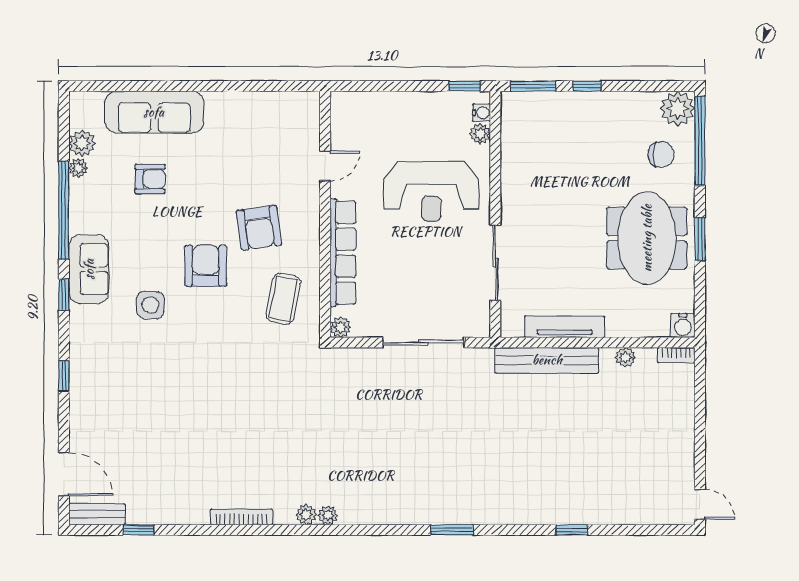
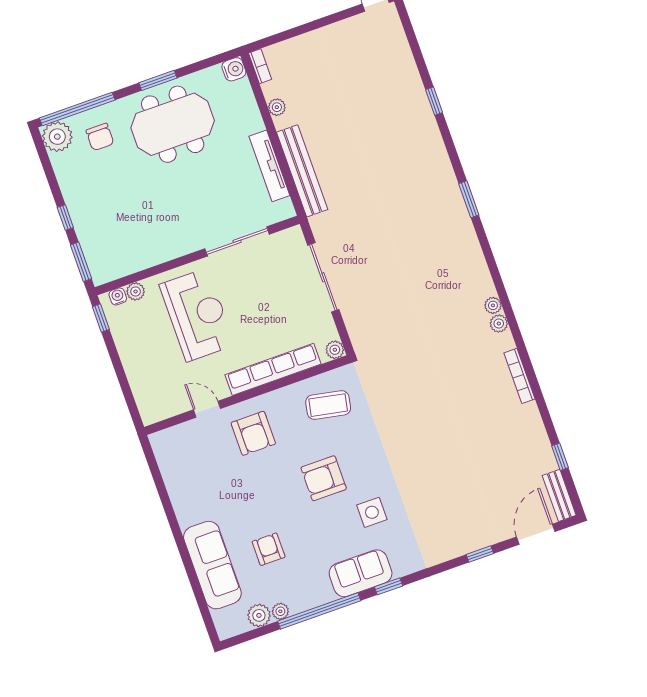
chair: (661, 154) -> (100, 137), turned 180
armchair: (259, 228) -> (253, 433), moved, turned 98
window: (64, 376) -> (480, 554), moved

